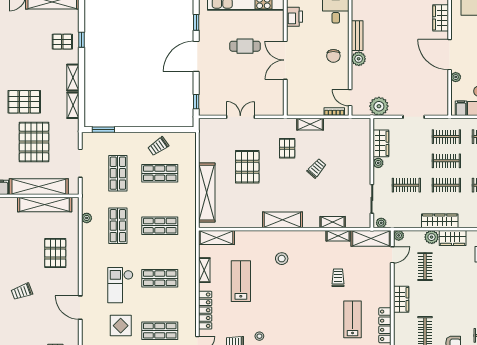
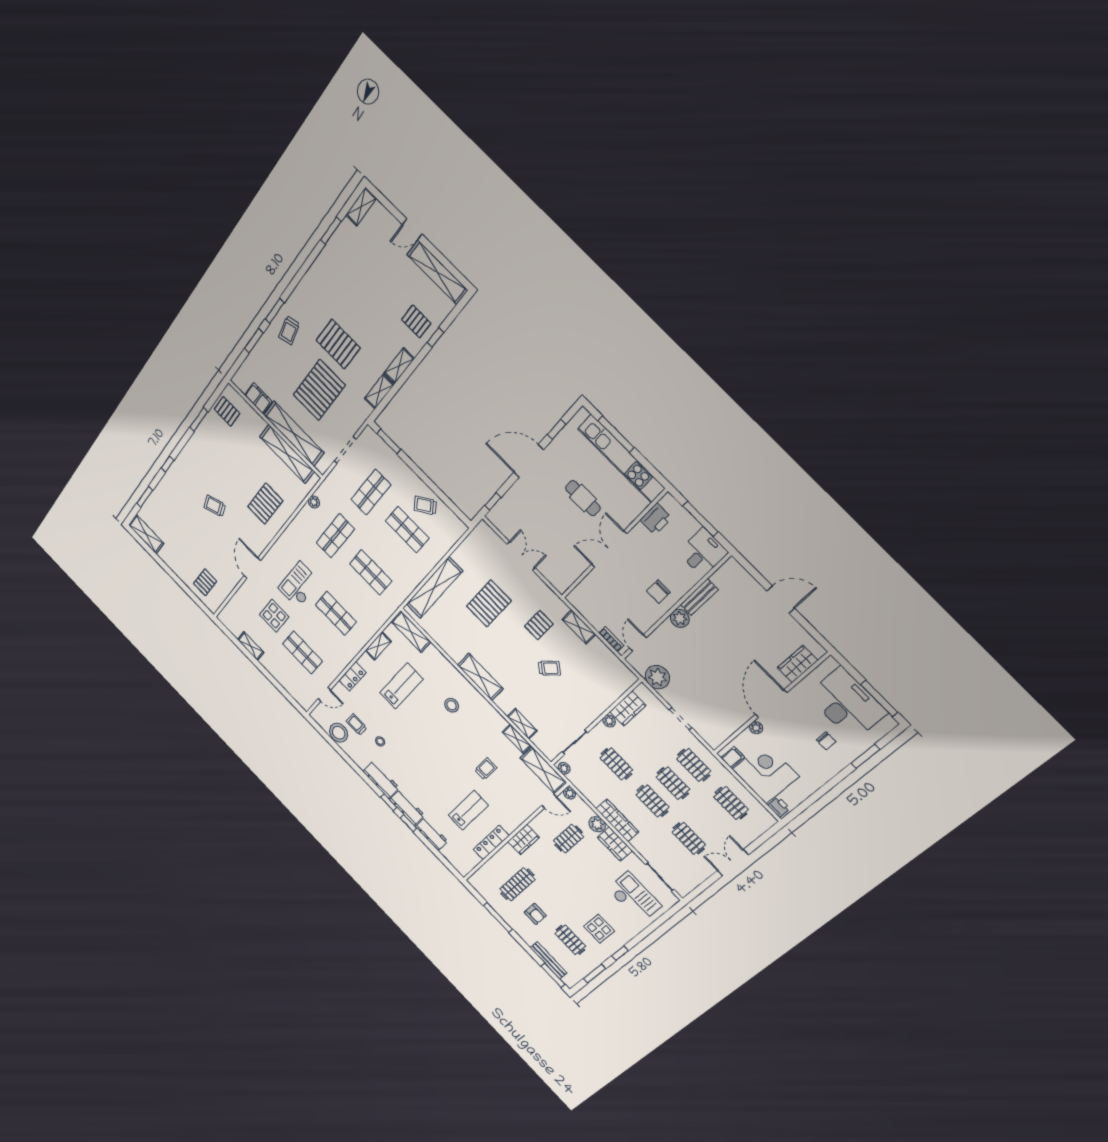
locker: (205, 310) -> (353, 676), width x0.66

